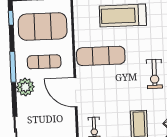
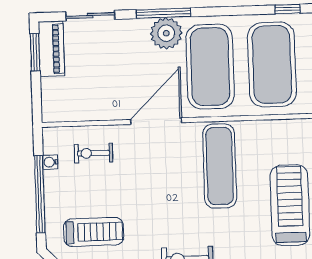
exercise mat: (44, 62) -> (210, 67), width x2.00, depth x1.45
window: (13, 67) -> (163, 13), moved

